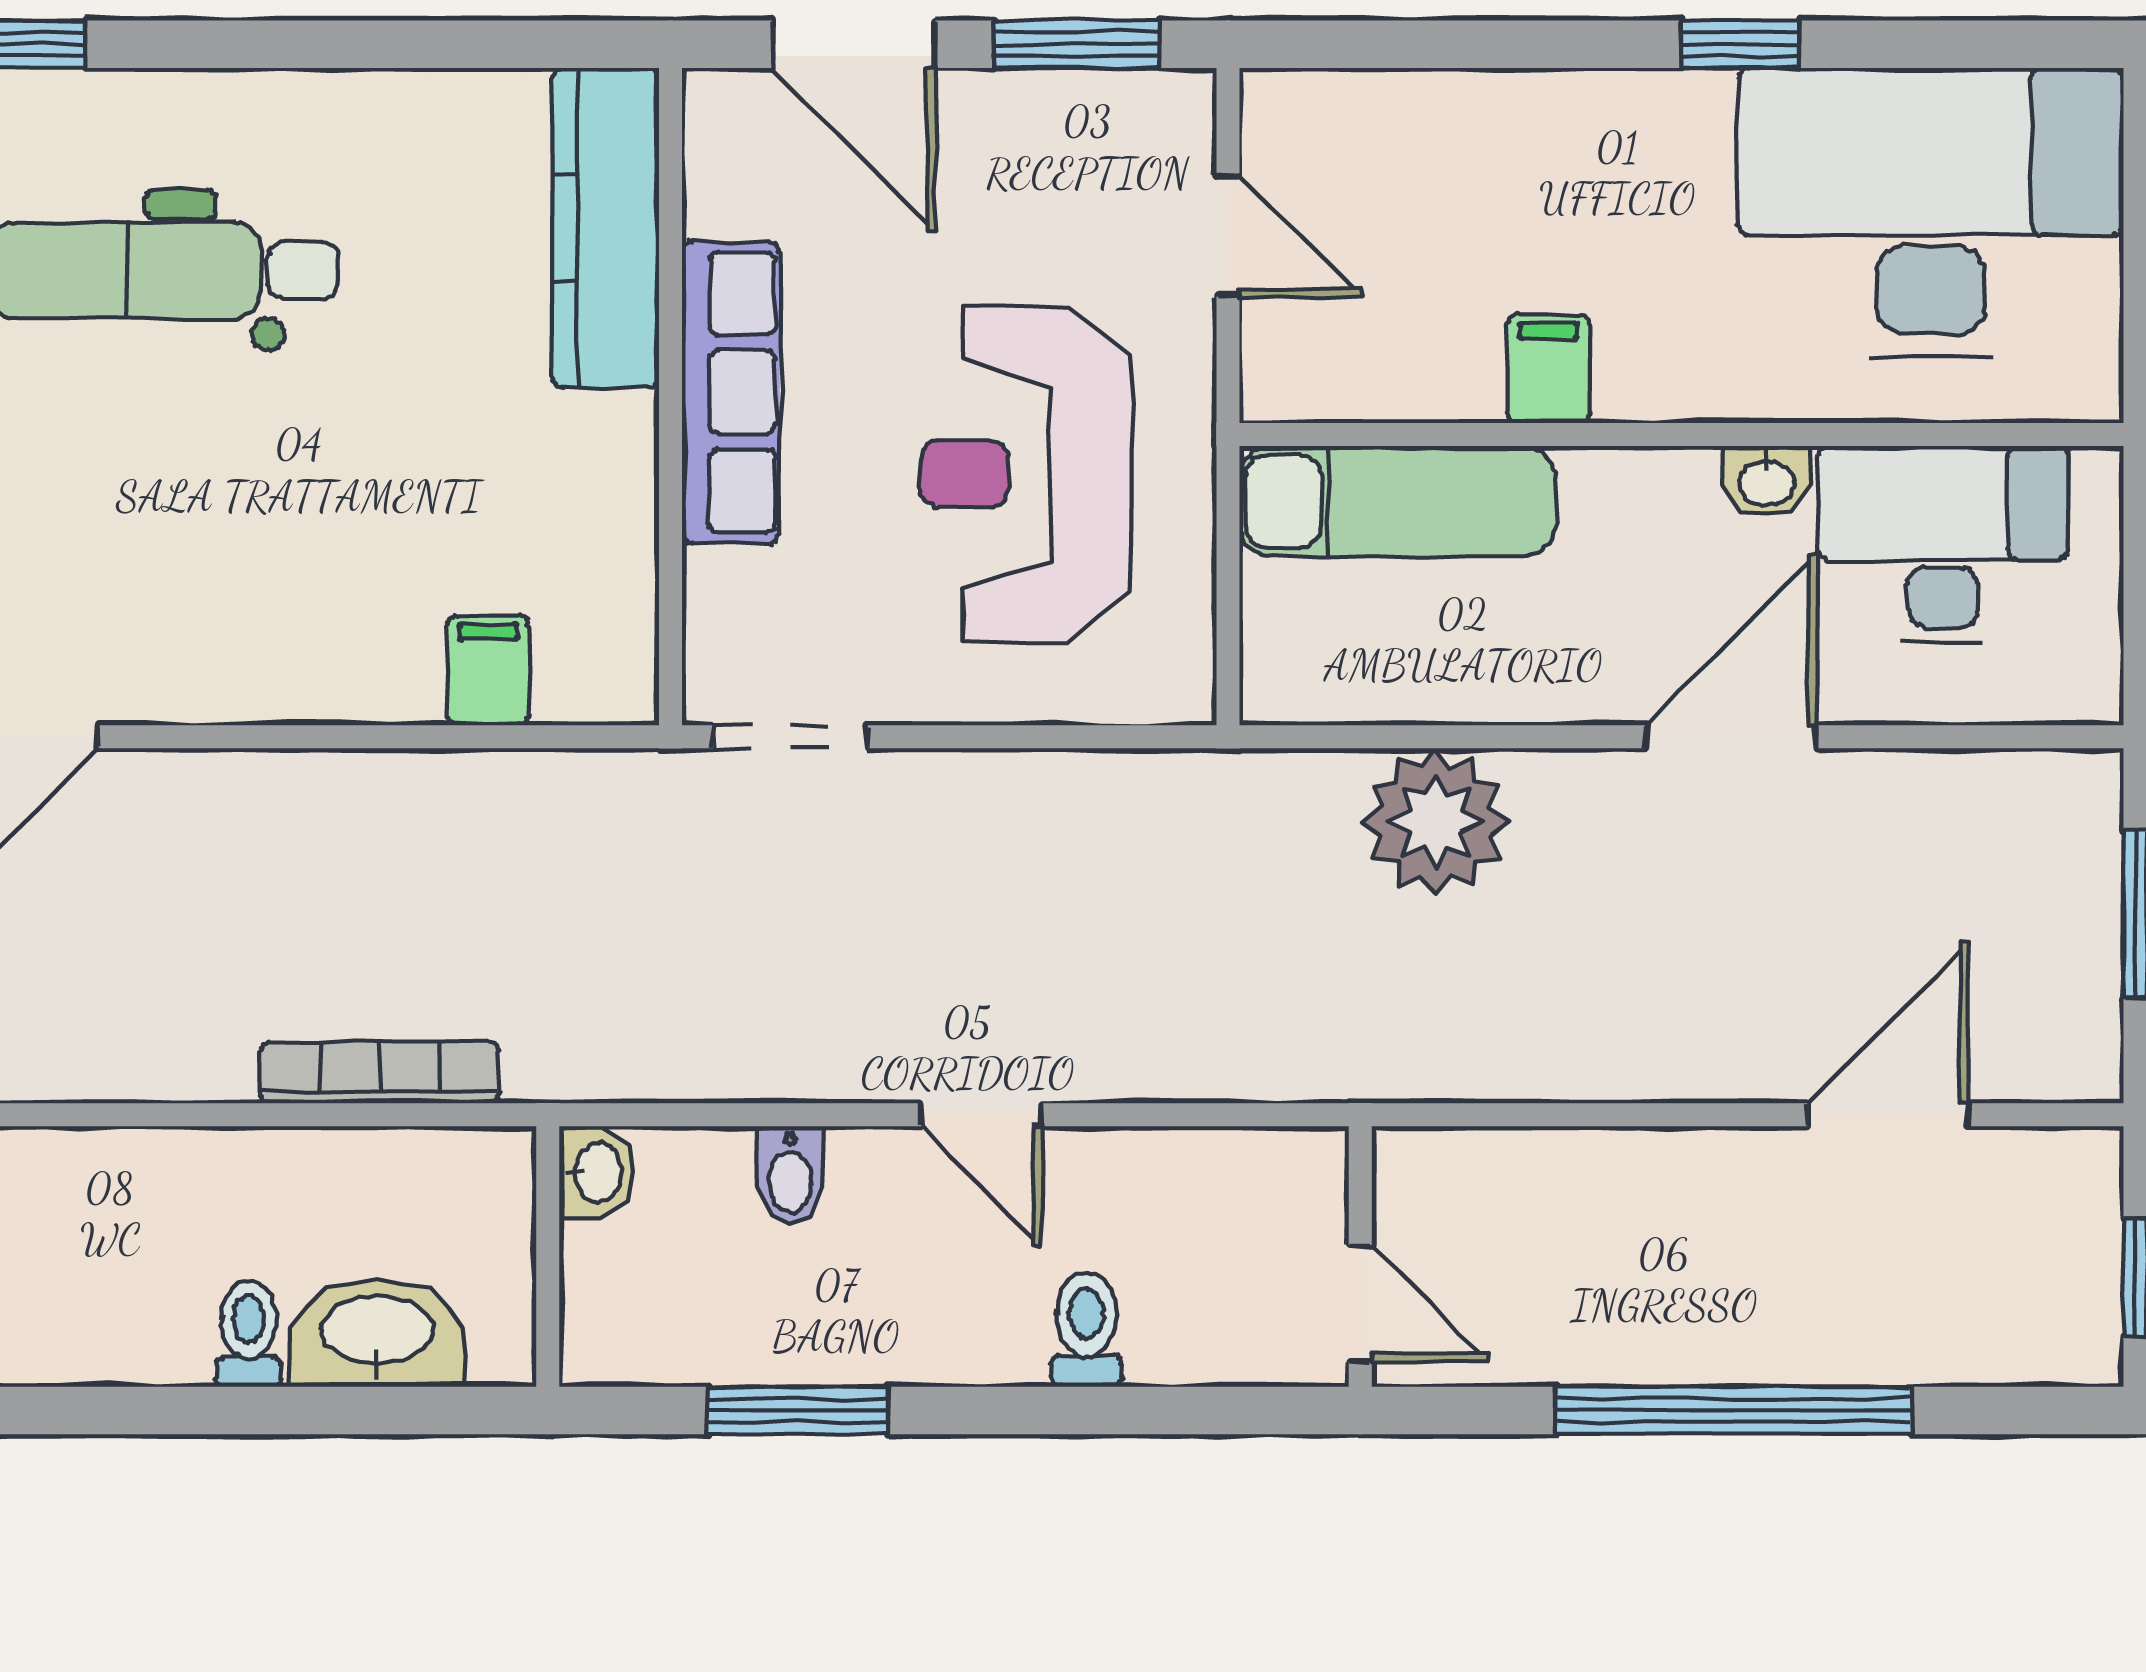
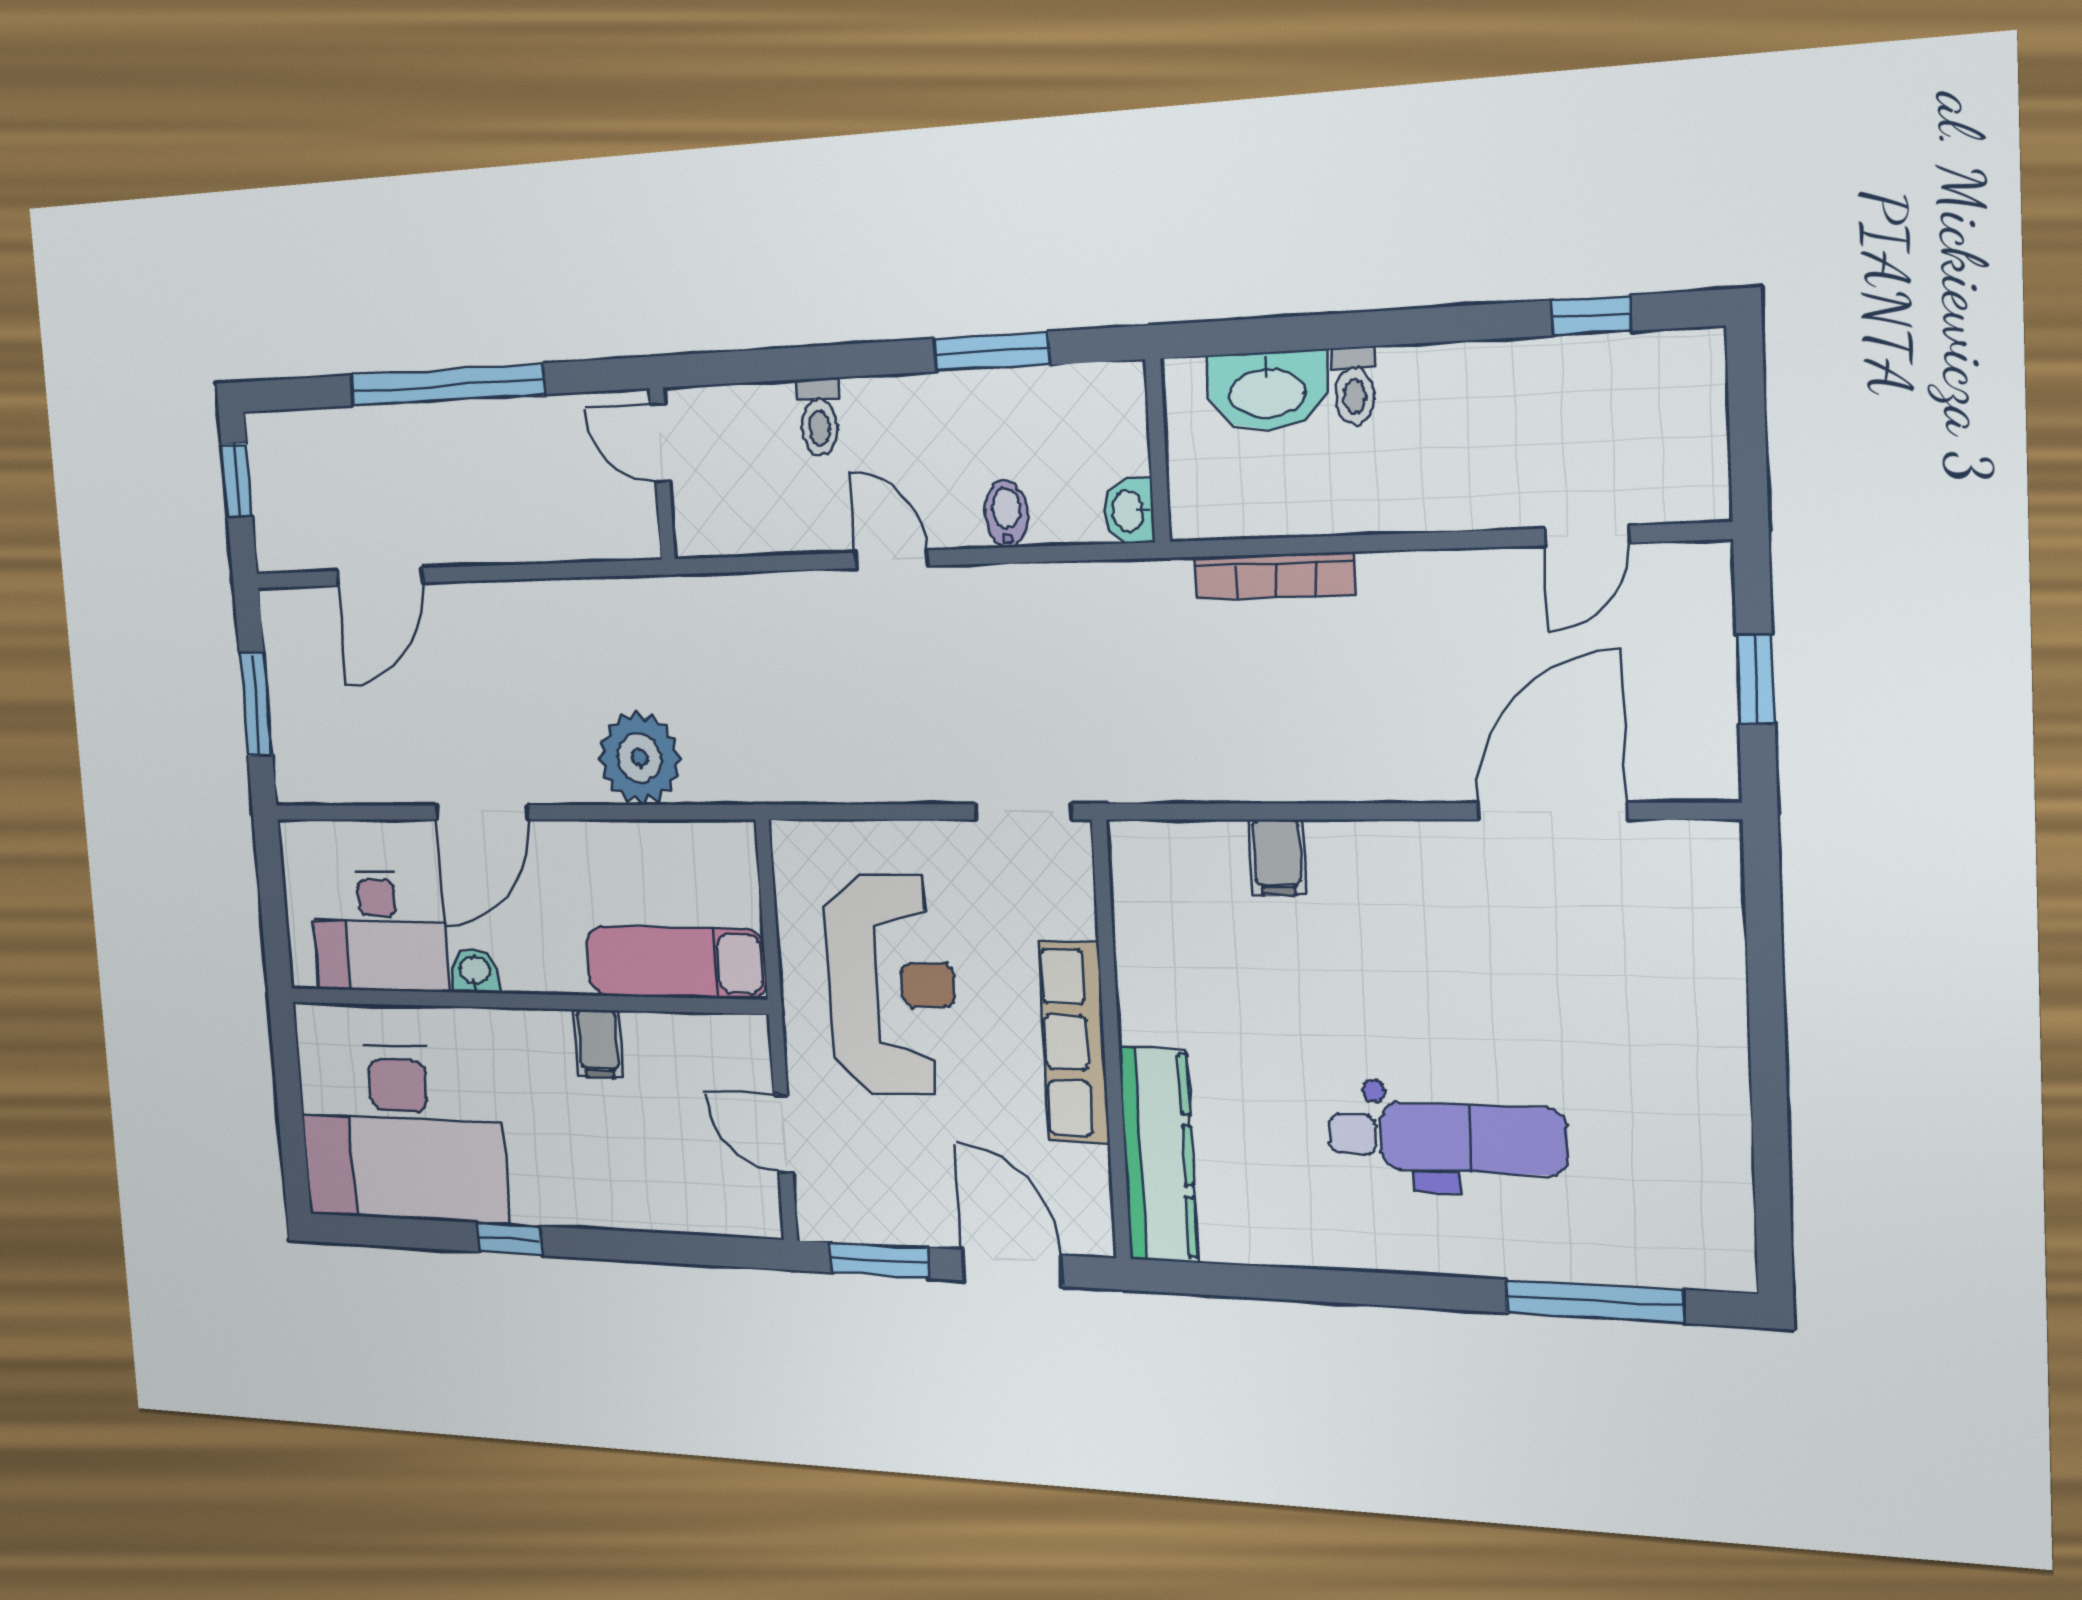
filing cabinet: (488, 670) -> (1277, 857), moved

